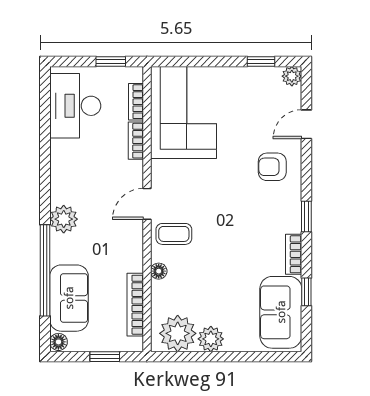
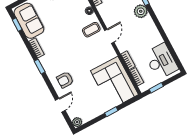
window: (261, 62) -> (111, 112), moved
armchair: (272, 167) -> (65, 80), turned 180
window: (306, 292) -> (17, 25), moved

